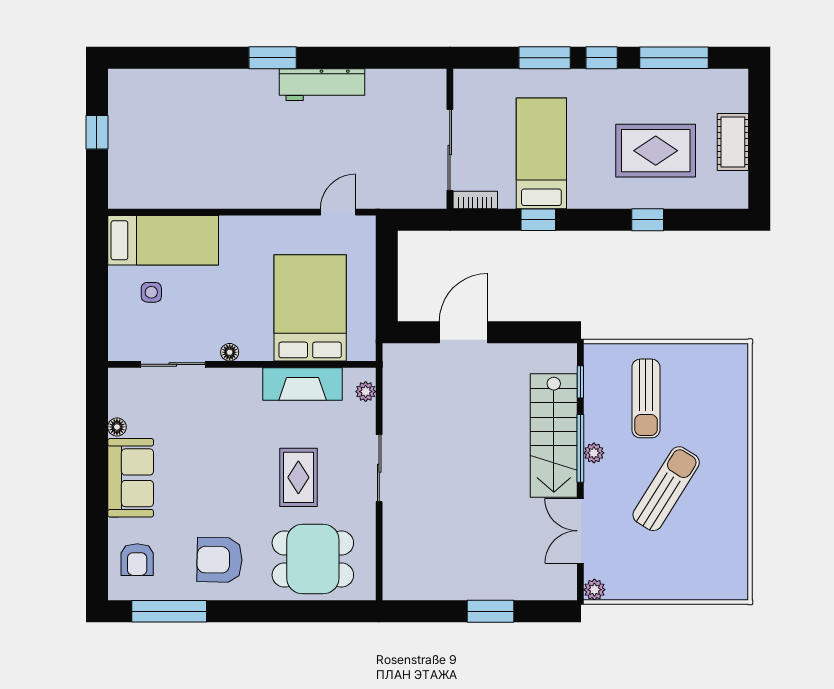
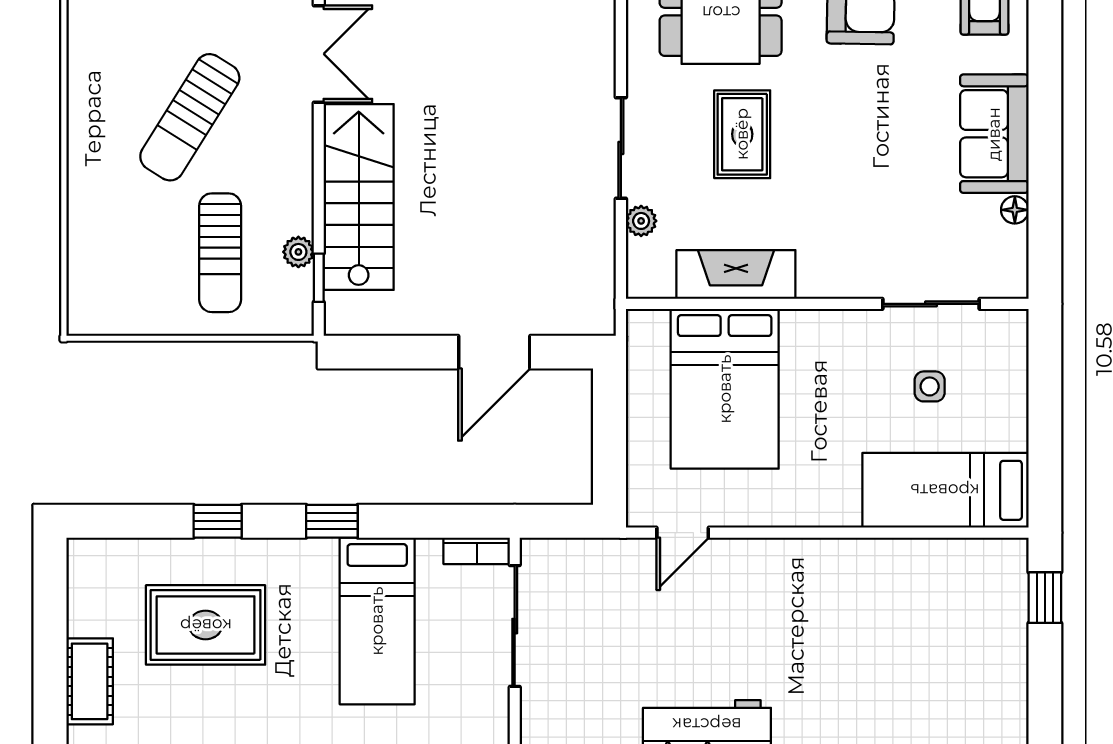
window: (97, 132) -> (1045, 598), moved
cot: (733, 142) -> (90, 681), moved
window: (538, 220) -> (332, 521), moved
side table: (151, 292) -> (930, 386), moved
floor lamp: (230, 352) -> (846, 322), removed
plant: (366, 392) -> (641, 221), moved
sun lounger: (646, 398) -> (220, 253), turned 180
window: (580, 448) -> (319, 178), removed
plant: (594, 453) -> (298, 252), moved

